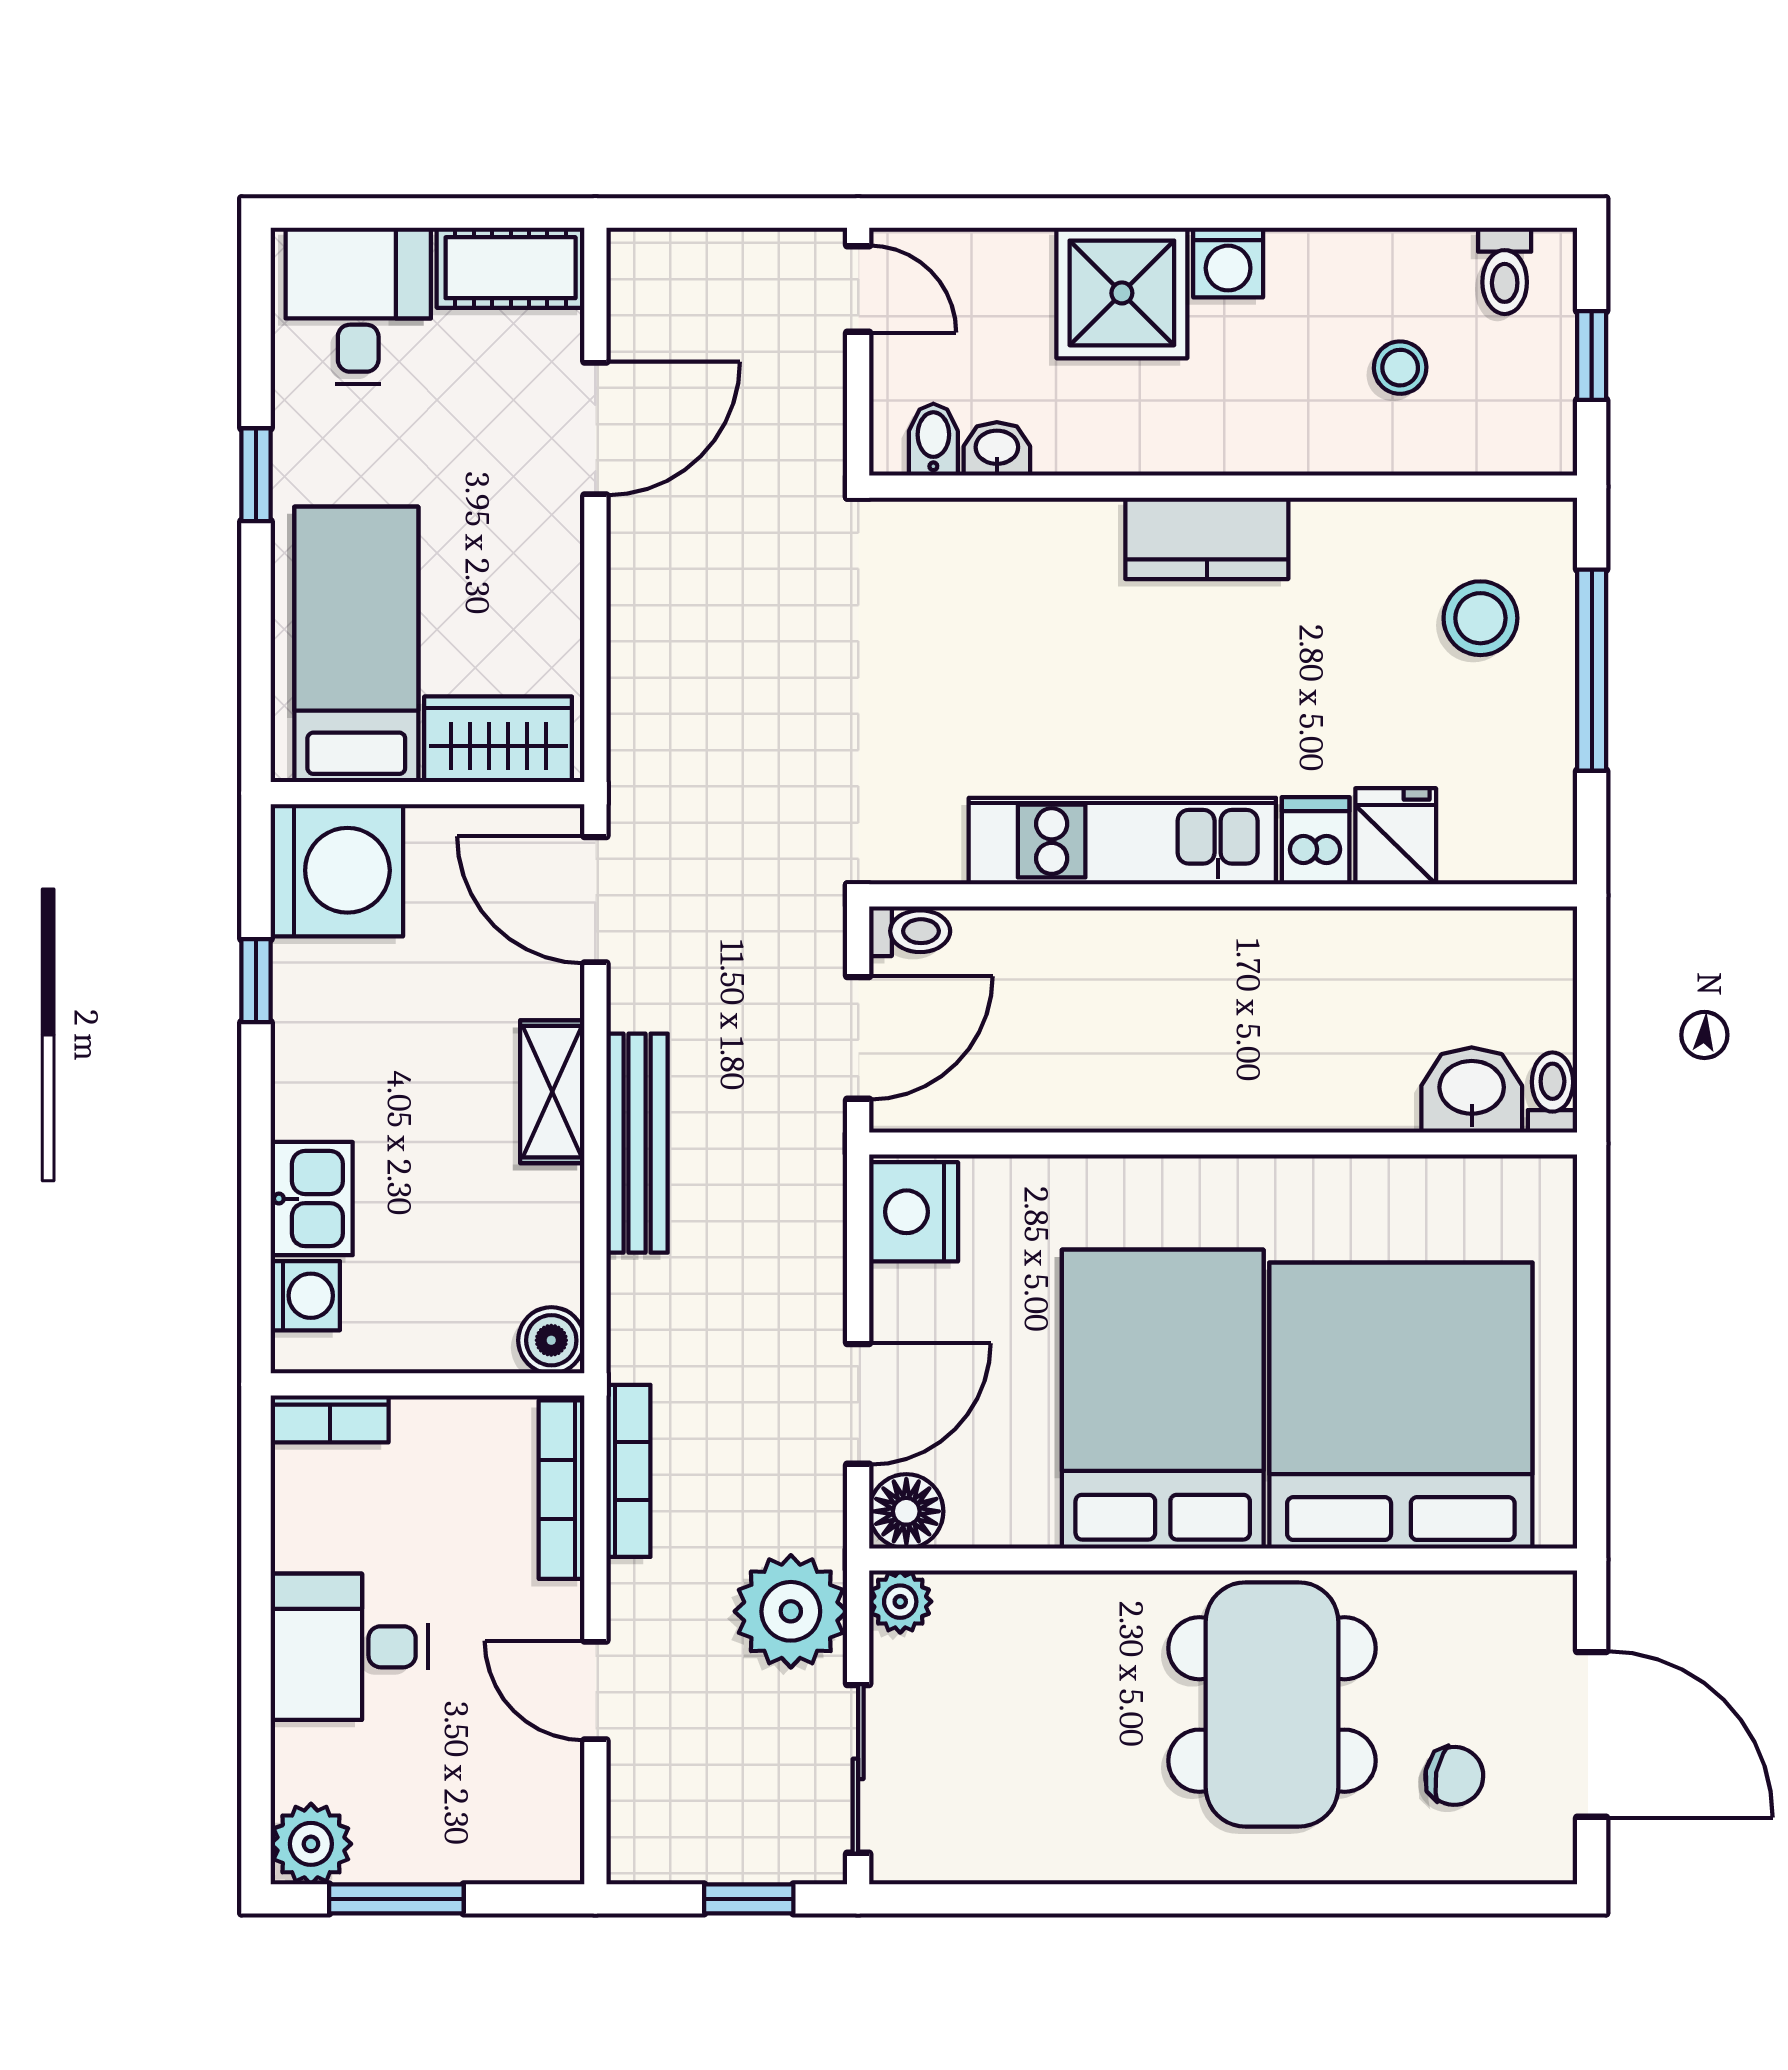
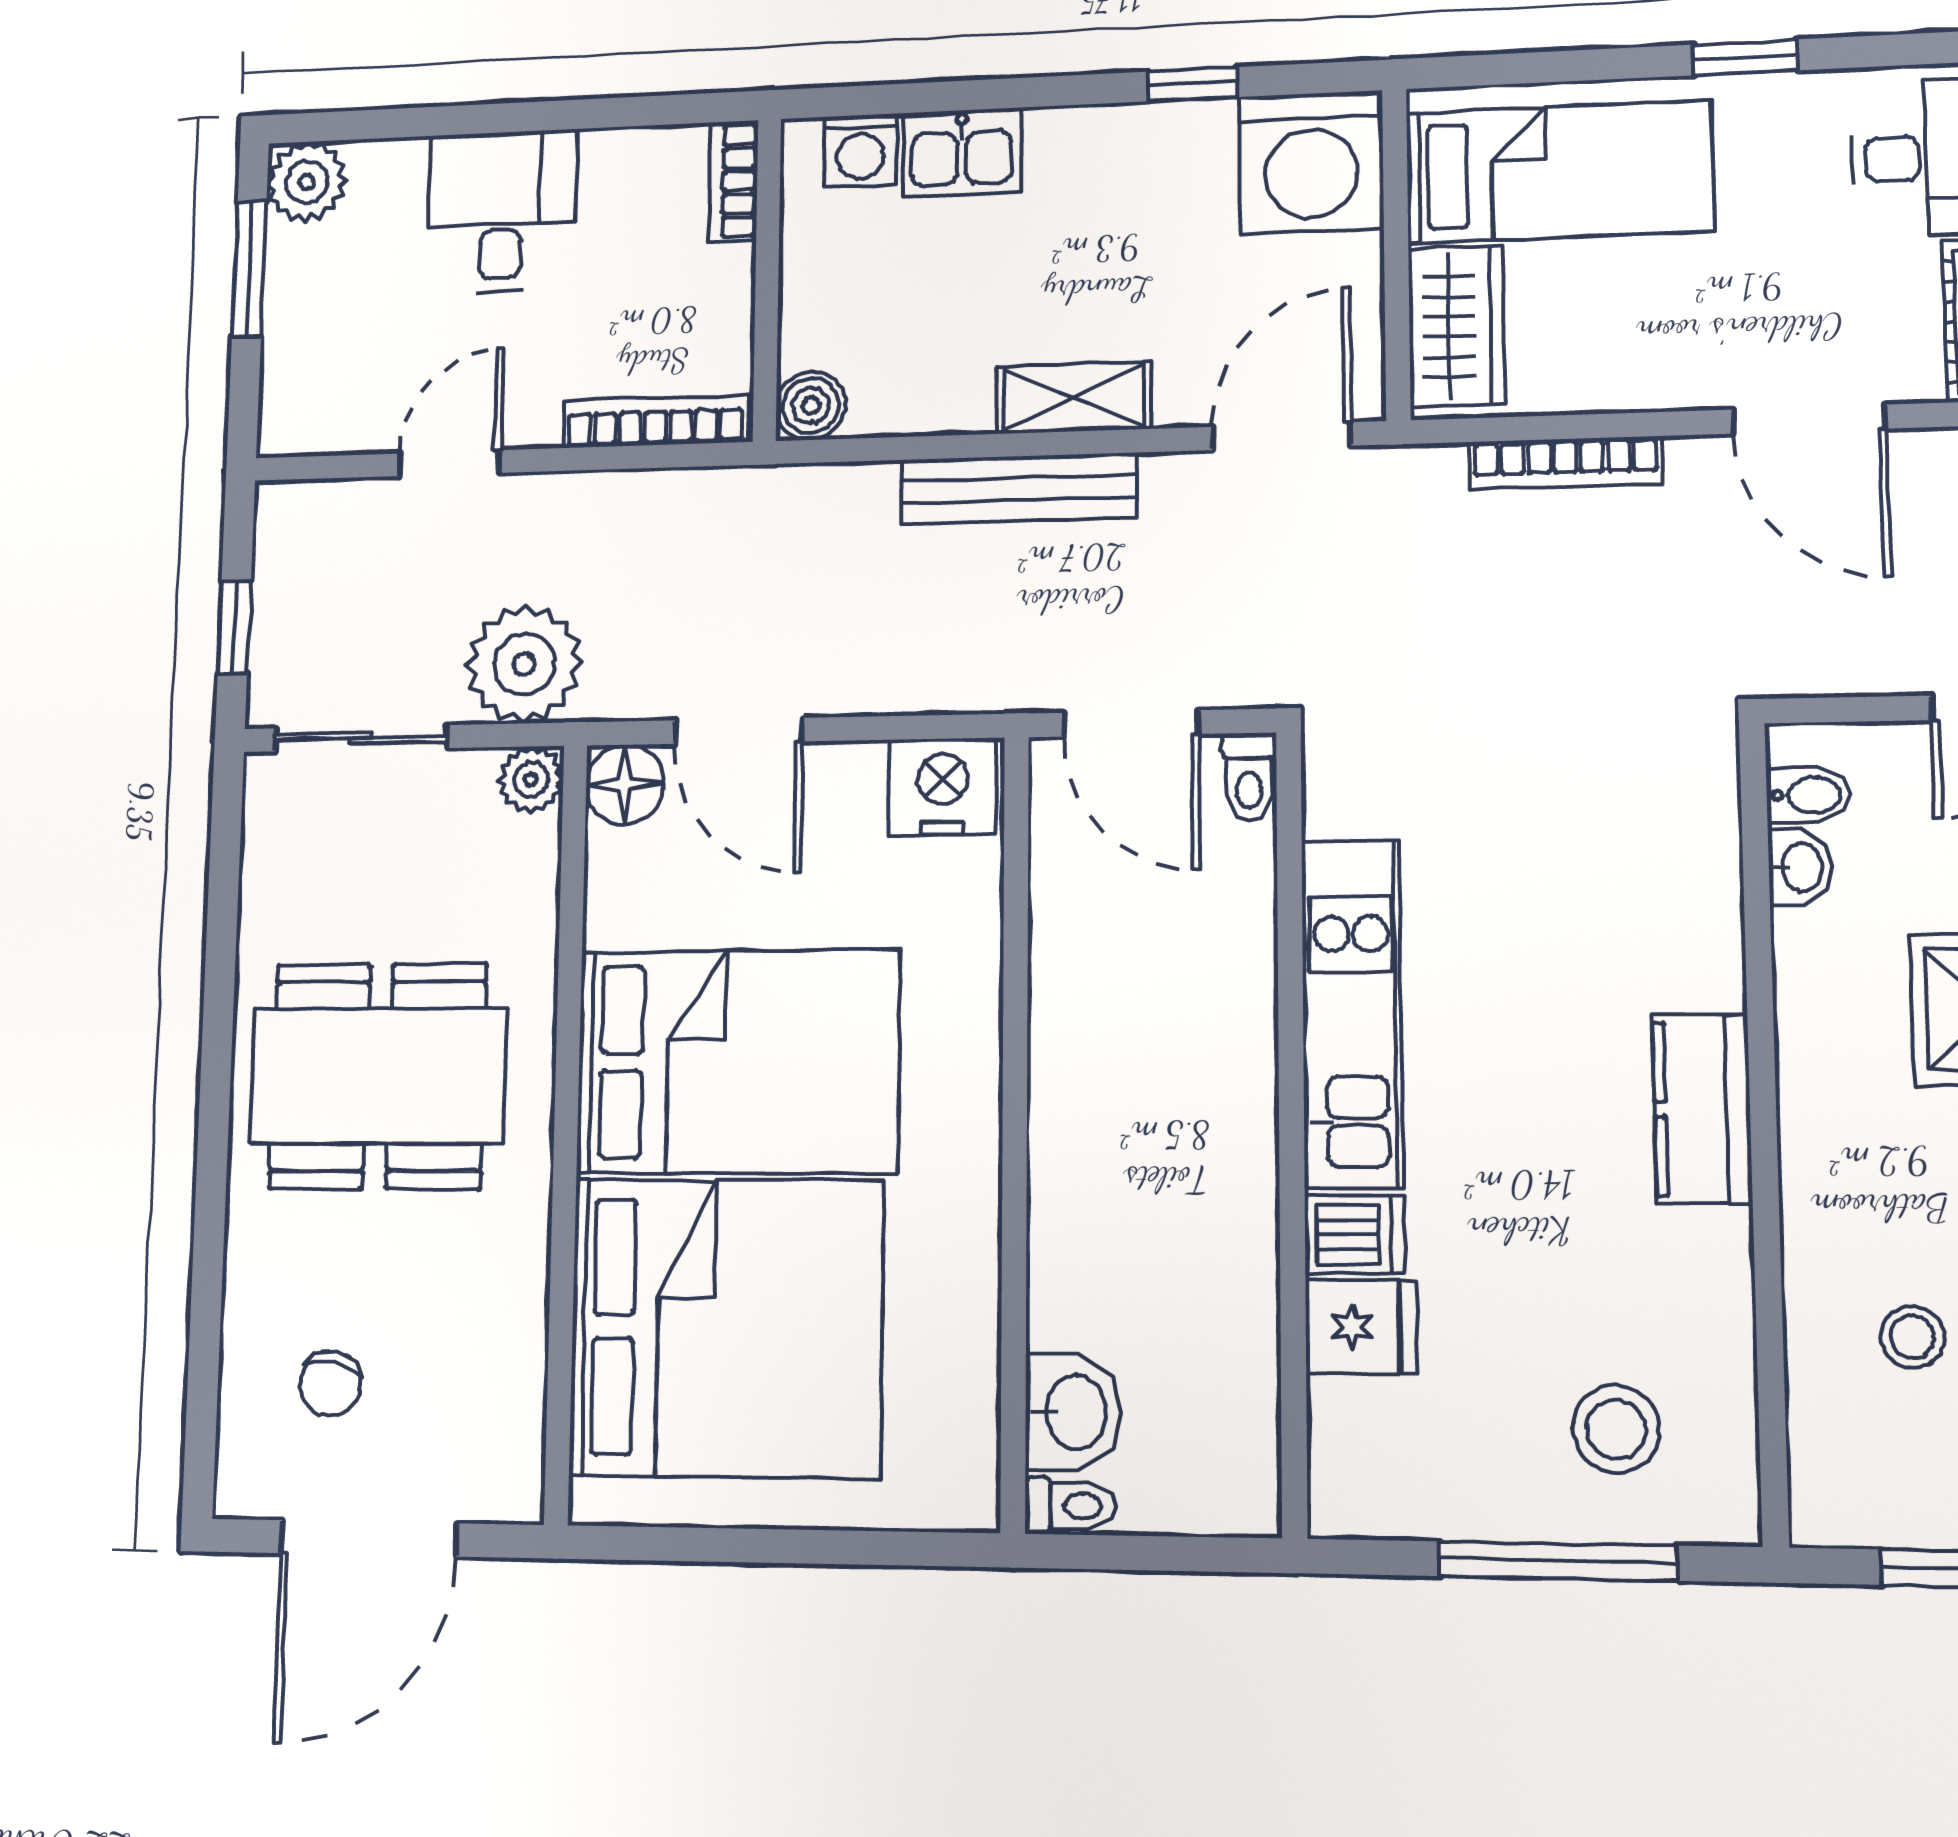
bookcase: (628, 1471) -> (1566, 463), moved
dining table: (1272, 1704) -> (378, 1076), moved

